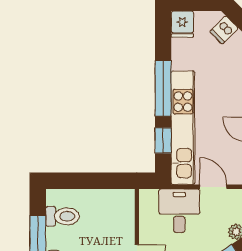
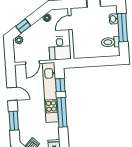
door: (213, 187) -> (32, 63), hinge flipped
desk: (179, 211) -> (60, 48), moved

